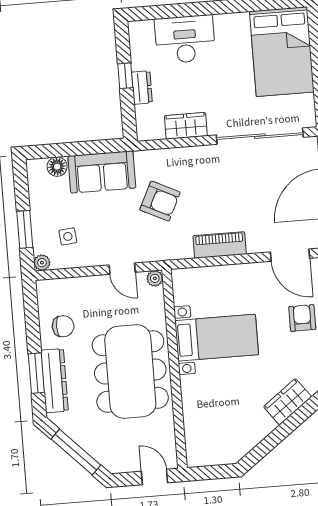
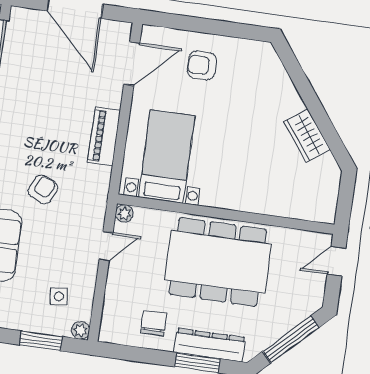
armchair: (160, 201) -> (43, 190), width x0.72, depth x0.72
bed with nightstands: (217, 338) -> (167, 157), moved
wardrobe: (288, 402) -> (307, 136), moved

